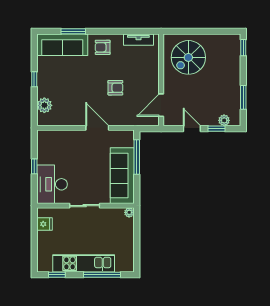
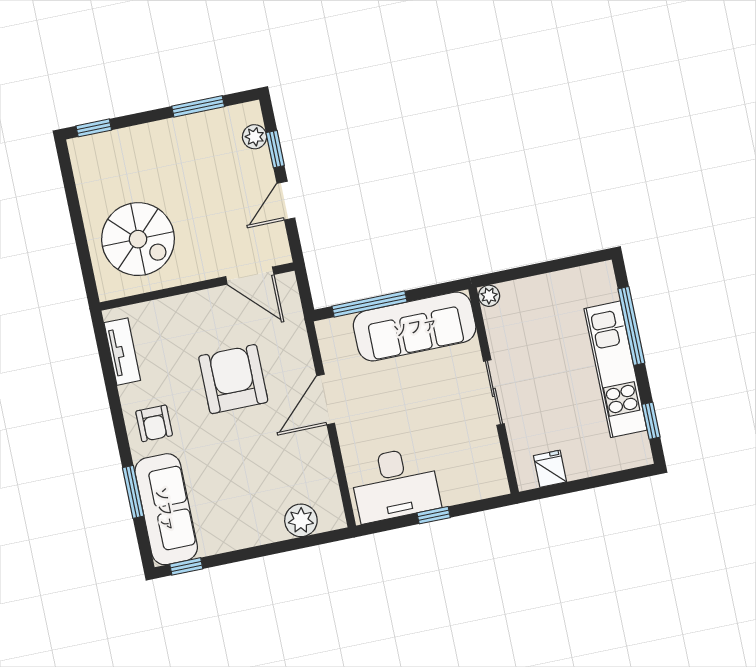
window: (34, 79) -> (186, 566), moved
armchair: (115, 88) -> (233, 379), width x1.88, depth x1.88
desk: (52, 184) -> (395, 484), moved

